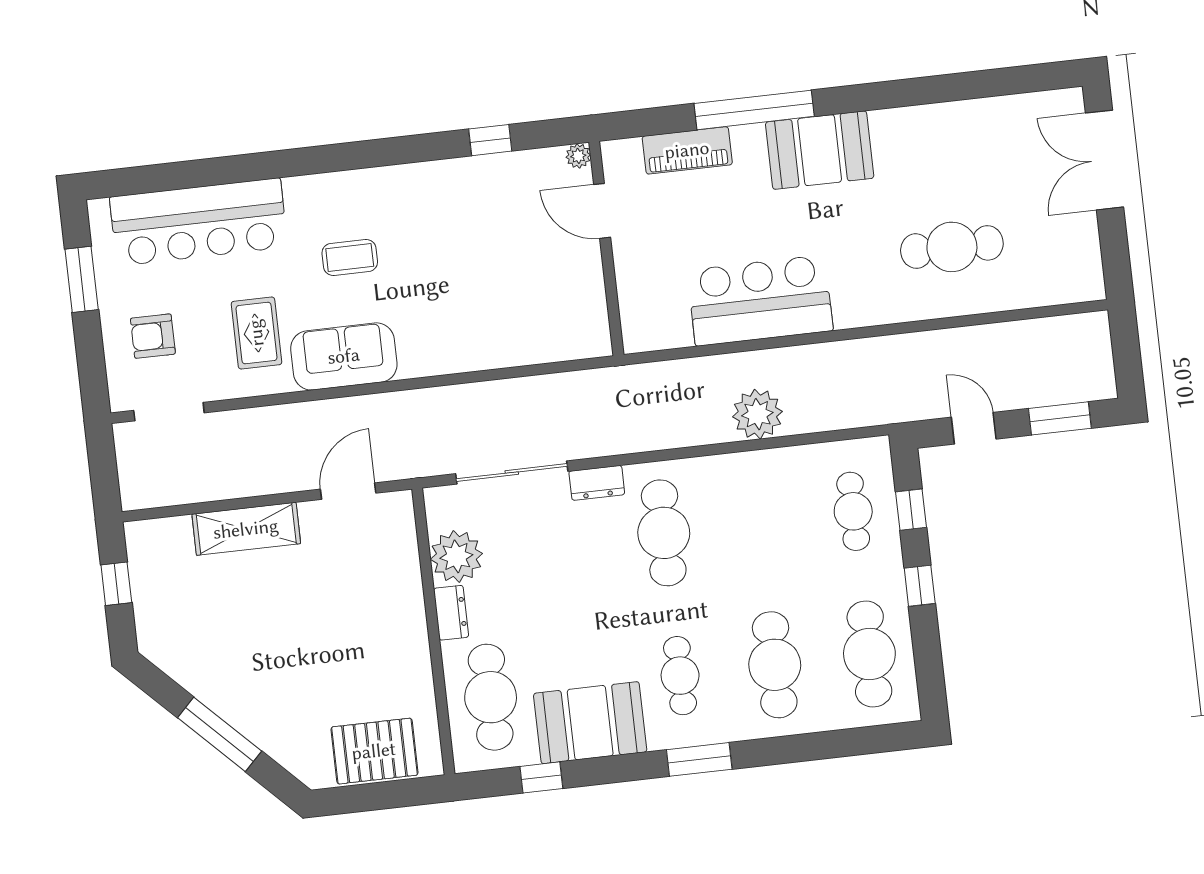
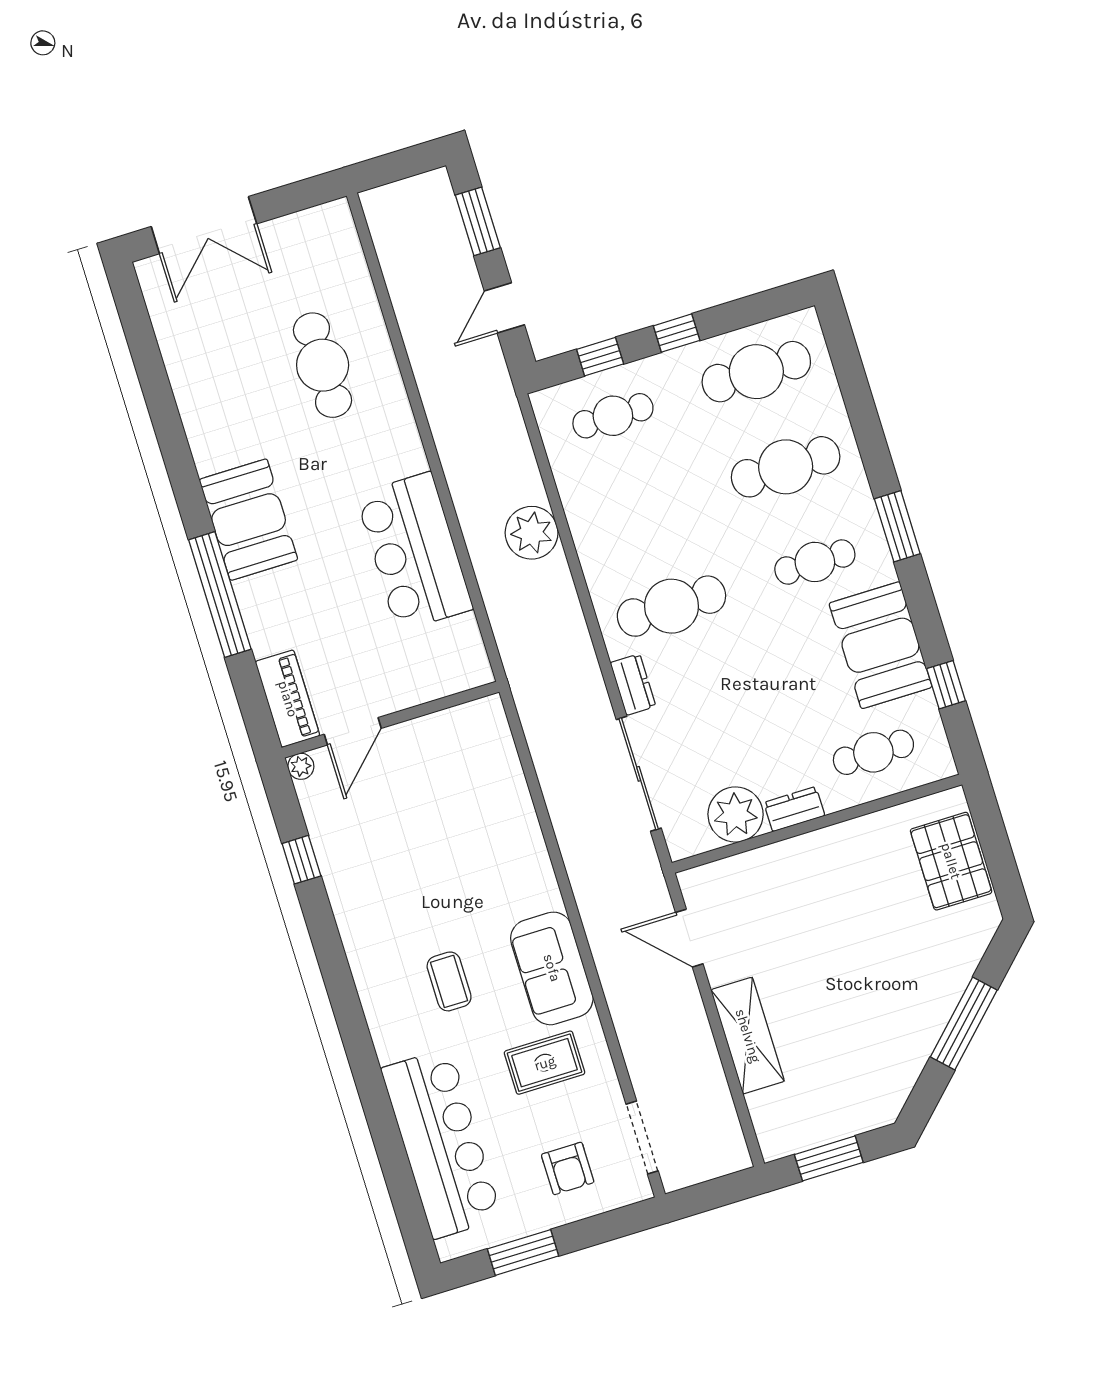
piano: (687, 150) -> (288, 699), moved
window: (116, 584) -> (829, 1158), width x1.50
cafe table: (491, 697) -> (873, 752), width x0.73, depth x0.74

